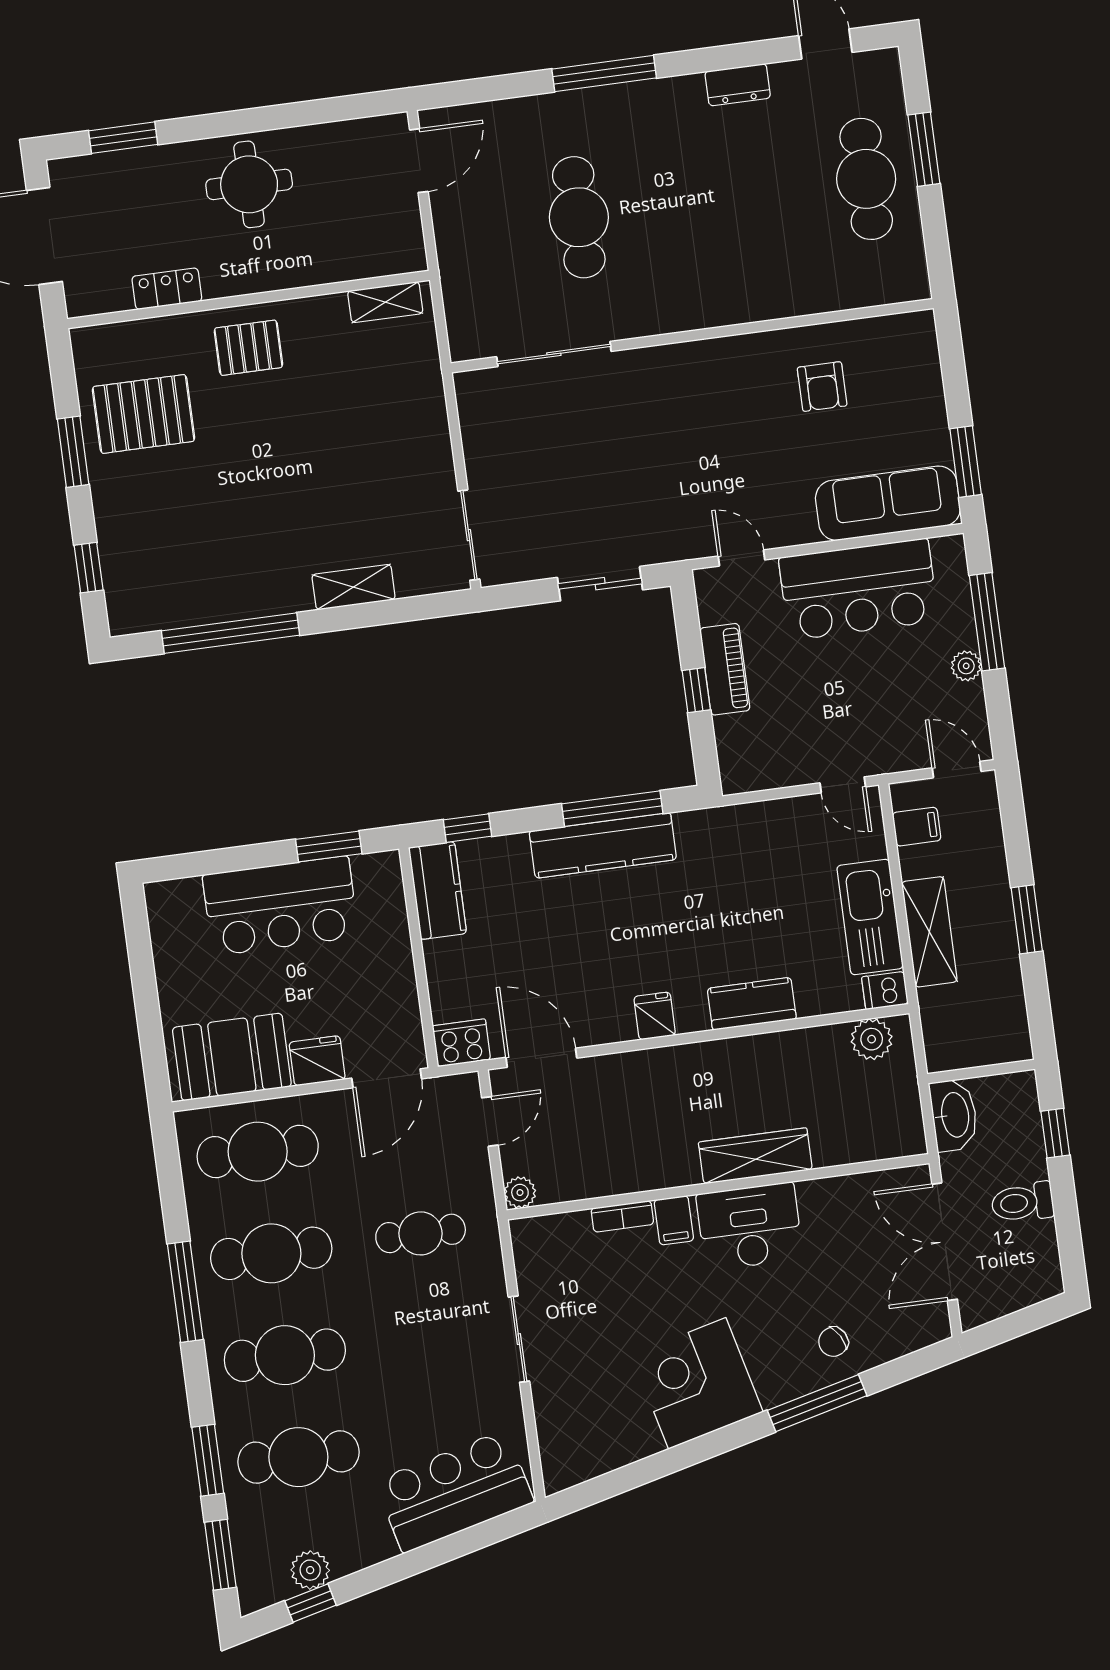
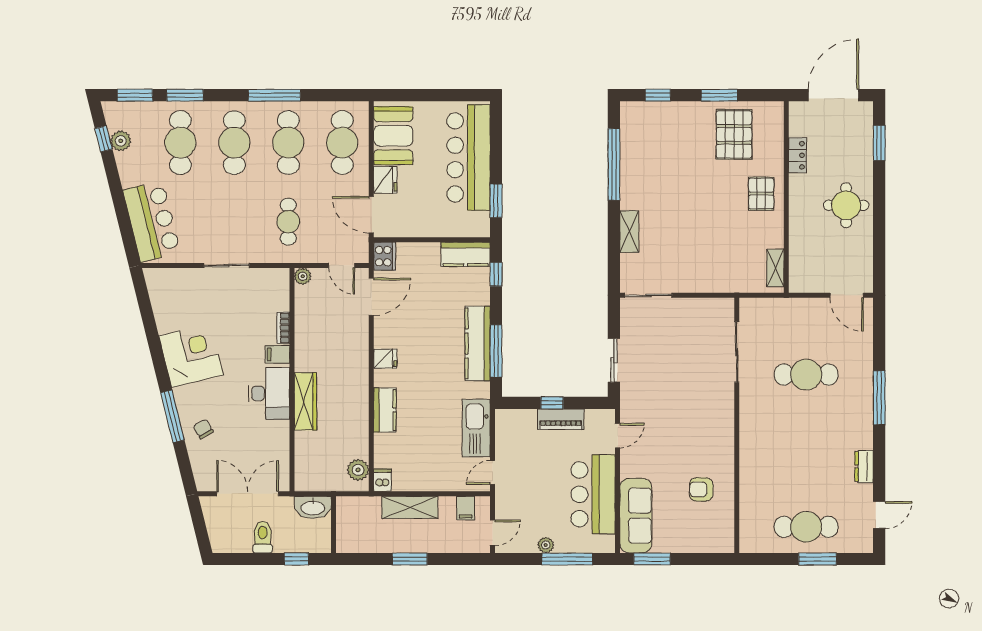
bar counter: (281, 906) -> (468, 157), width x1.36
kitchen sink: (870, 917) -> (476, 428), moved, turned -90

